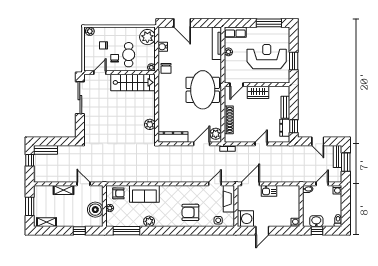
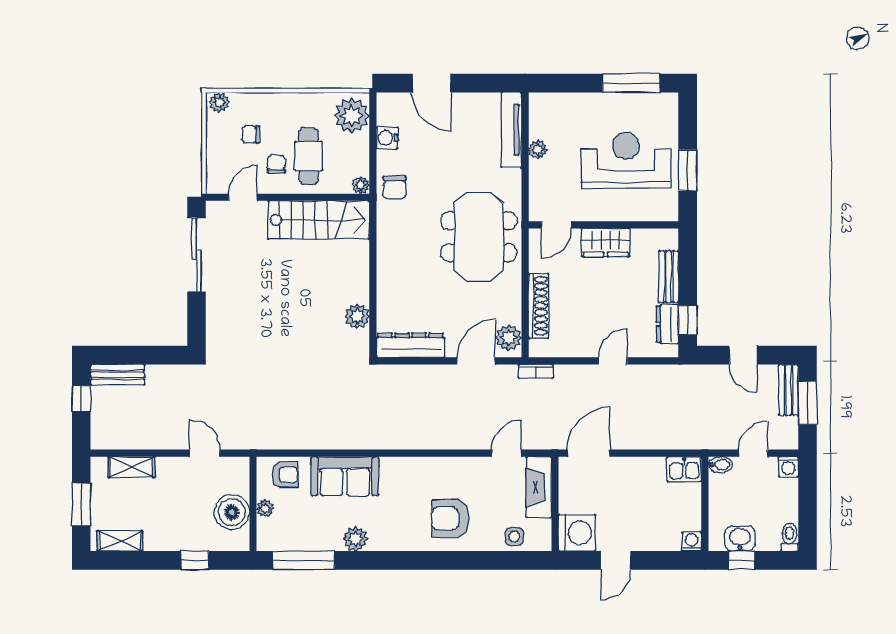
row of seats: (235, 32) -> (554, 104), removed
shelving: (64, 190) -> (131, 467), moved
kitchen sink: (269, 191) -> (684, 469), moved

